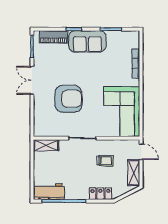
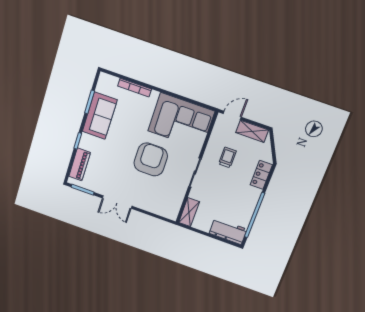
sofa: (87, 41) -> (100, 116), moved
armchair: (68, 99) -> (151, 159), moved
workbench: (49, 192) -> (228, 231), moved, turned 90

